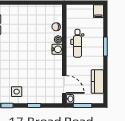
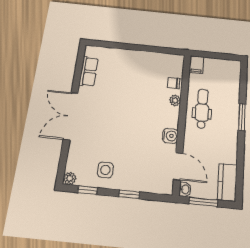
filing cabinet: (98, 11) -> (196, 65), moved
dental chair: (77, 43) -> (202, 109), turned 180
water cooler: (57, 49) -> (170, 136), moved
kitchen counter: (97, 82) -> (227, 182), moved

